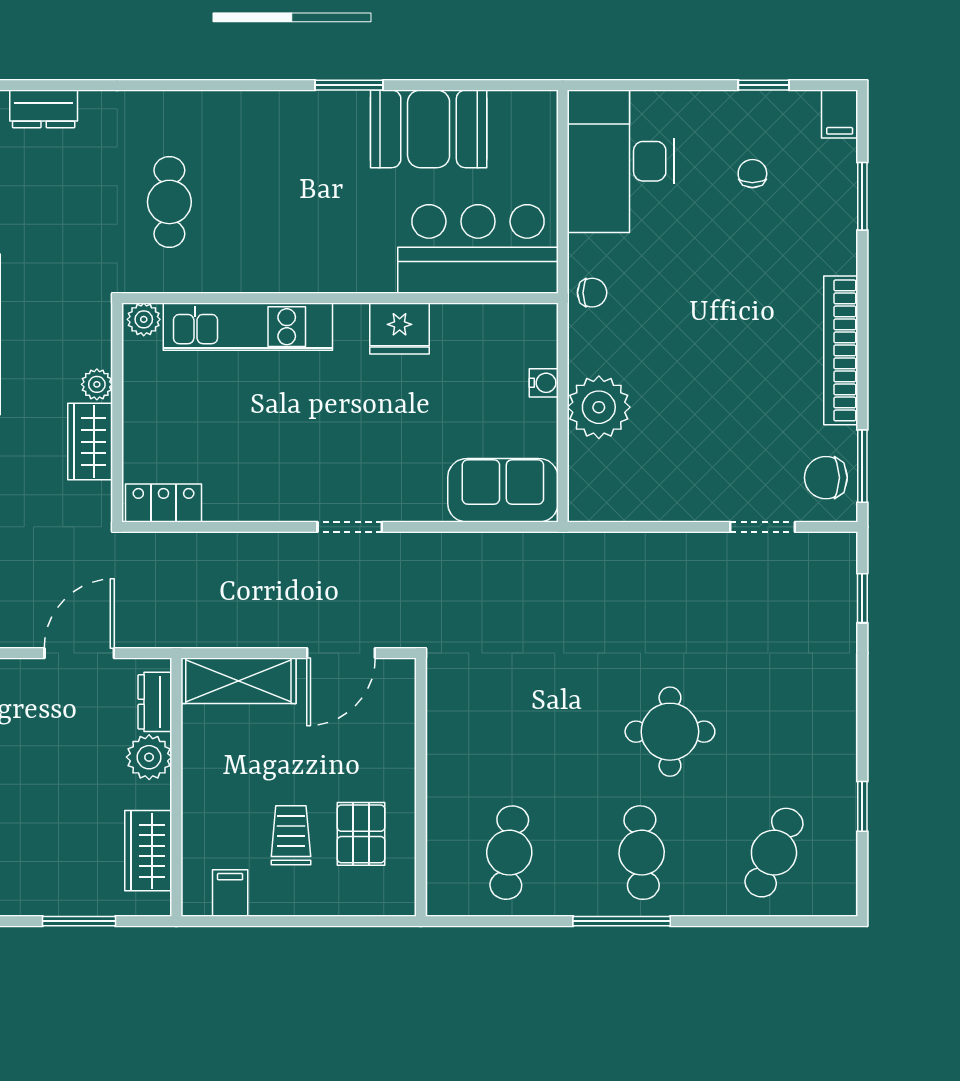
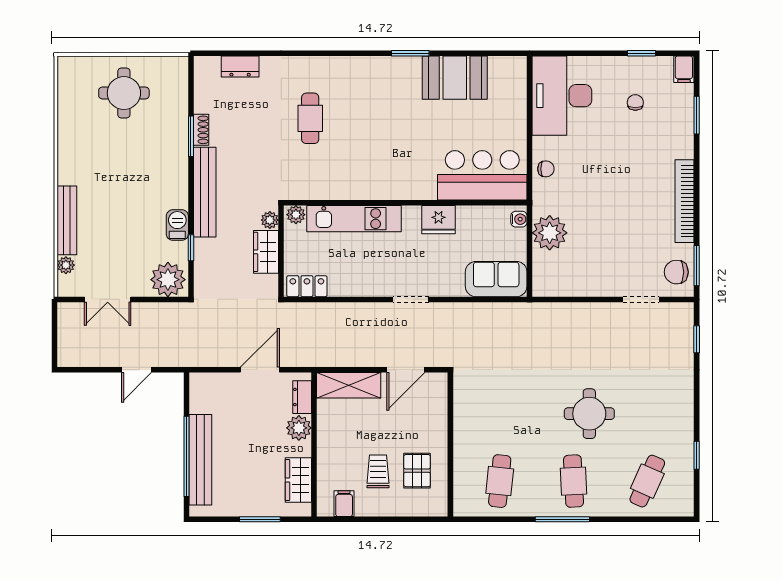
bar counter: (478, 249) -> (482, 175), moved
wall: (340, 298) -> (405, 203), moved
plant: (144, 319) -> (296, 215), moved
kitchen unit: (248, 327) -> (354, 219), moved
fridge: (400, 328) -> (439, 220), moved

